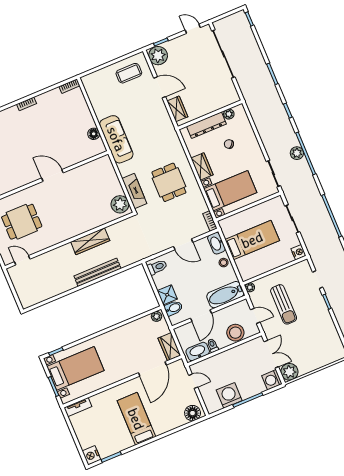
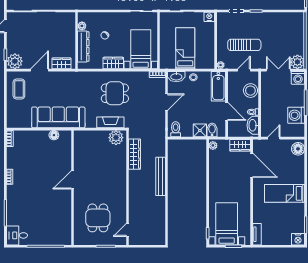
sofa: (116, 139) -> (58, 117), width x1.36, depth x1.27
wardrobe: (90, 241) -> (135, 154), moved

